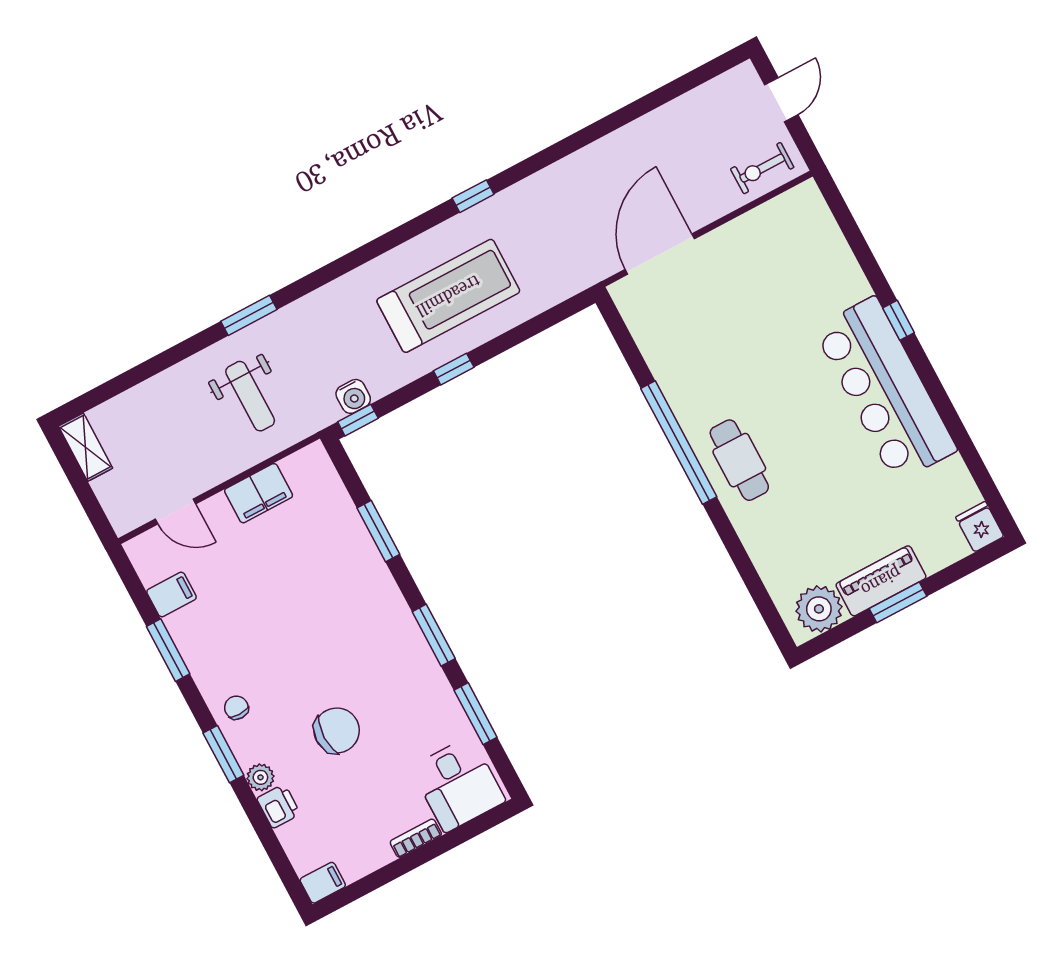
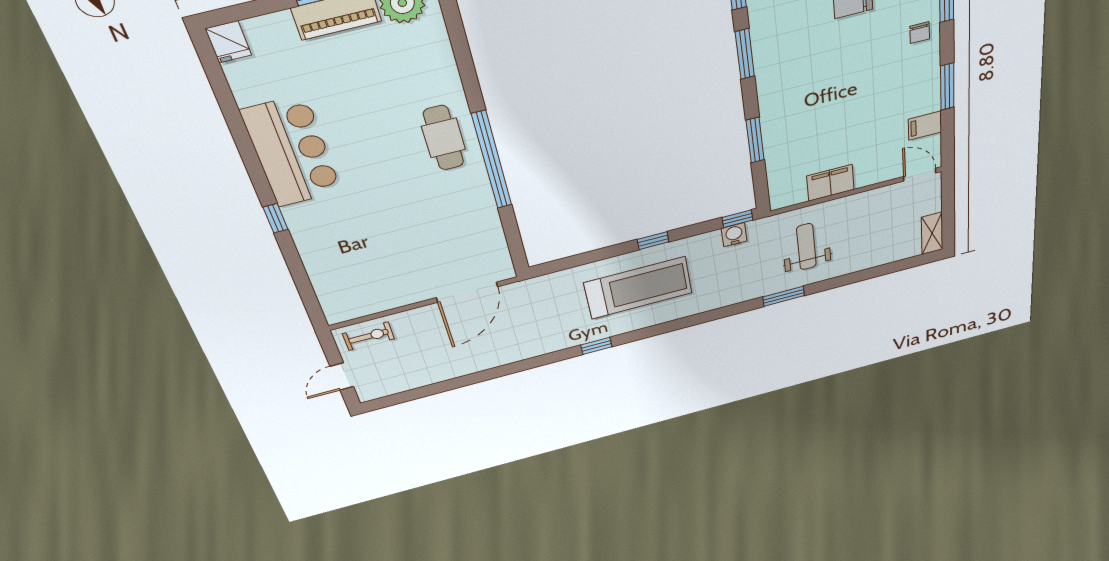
treadmill: (448, 296) -> (638, 288), turned 180
bar counter: (885, 389) -> (292, 152), width x0.73
door: (175, 512) -> (920, 175), moved

